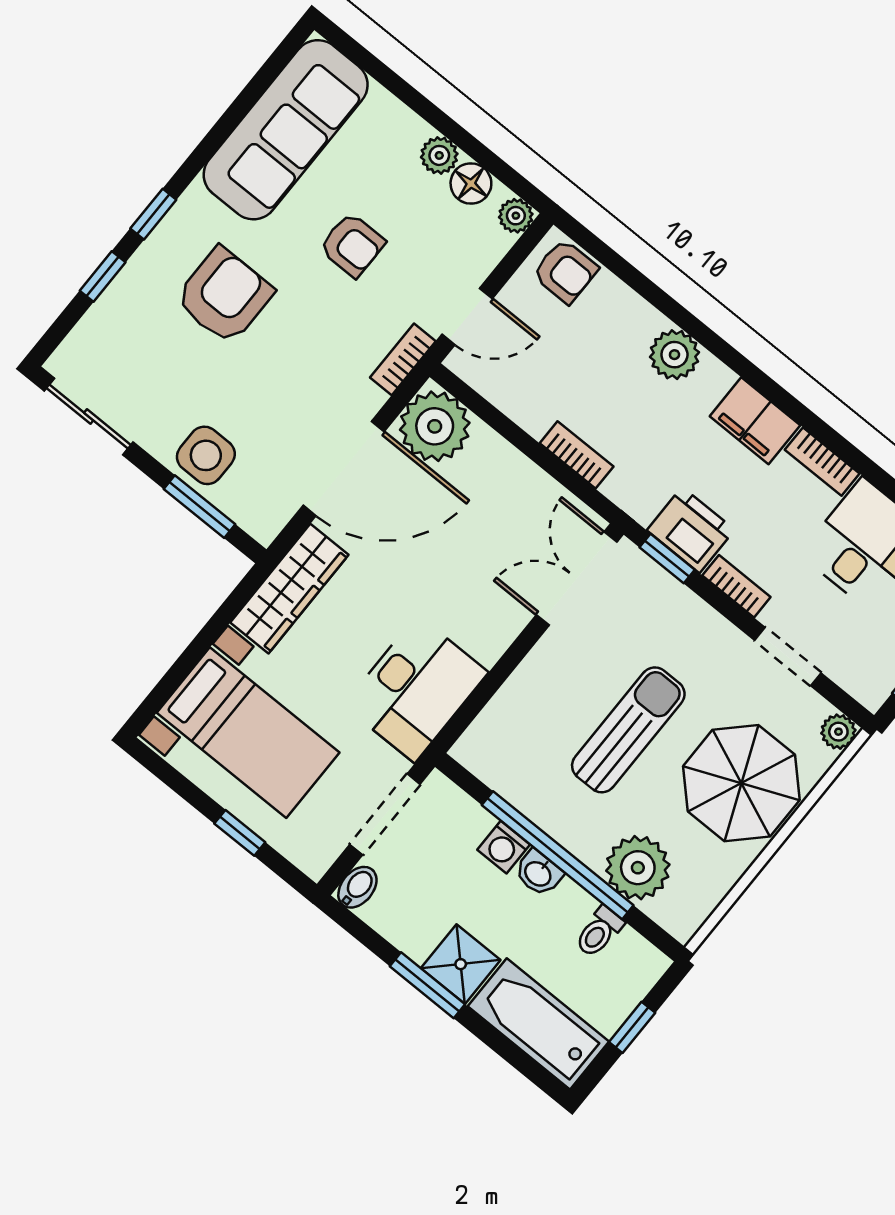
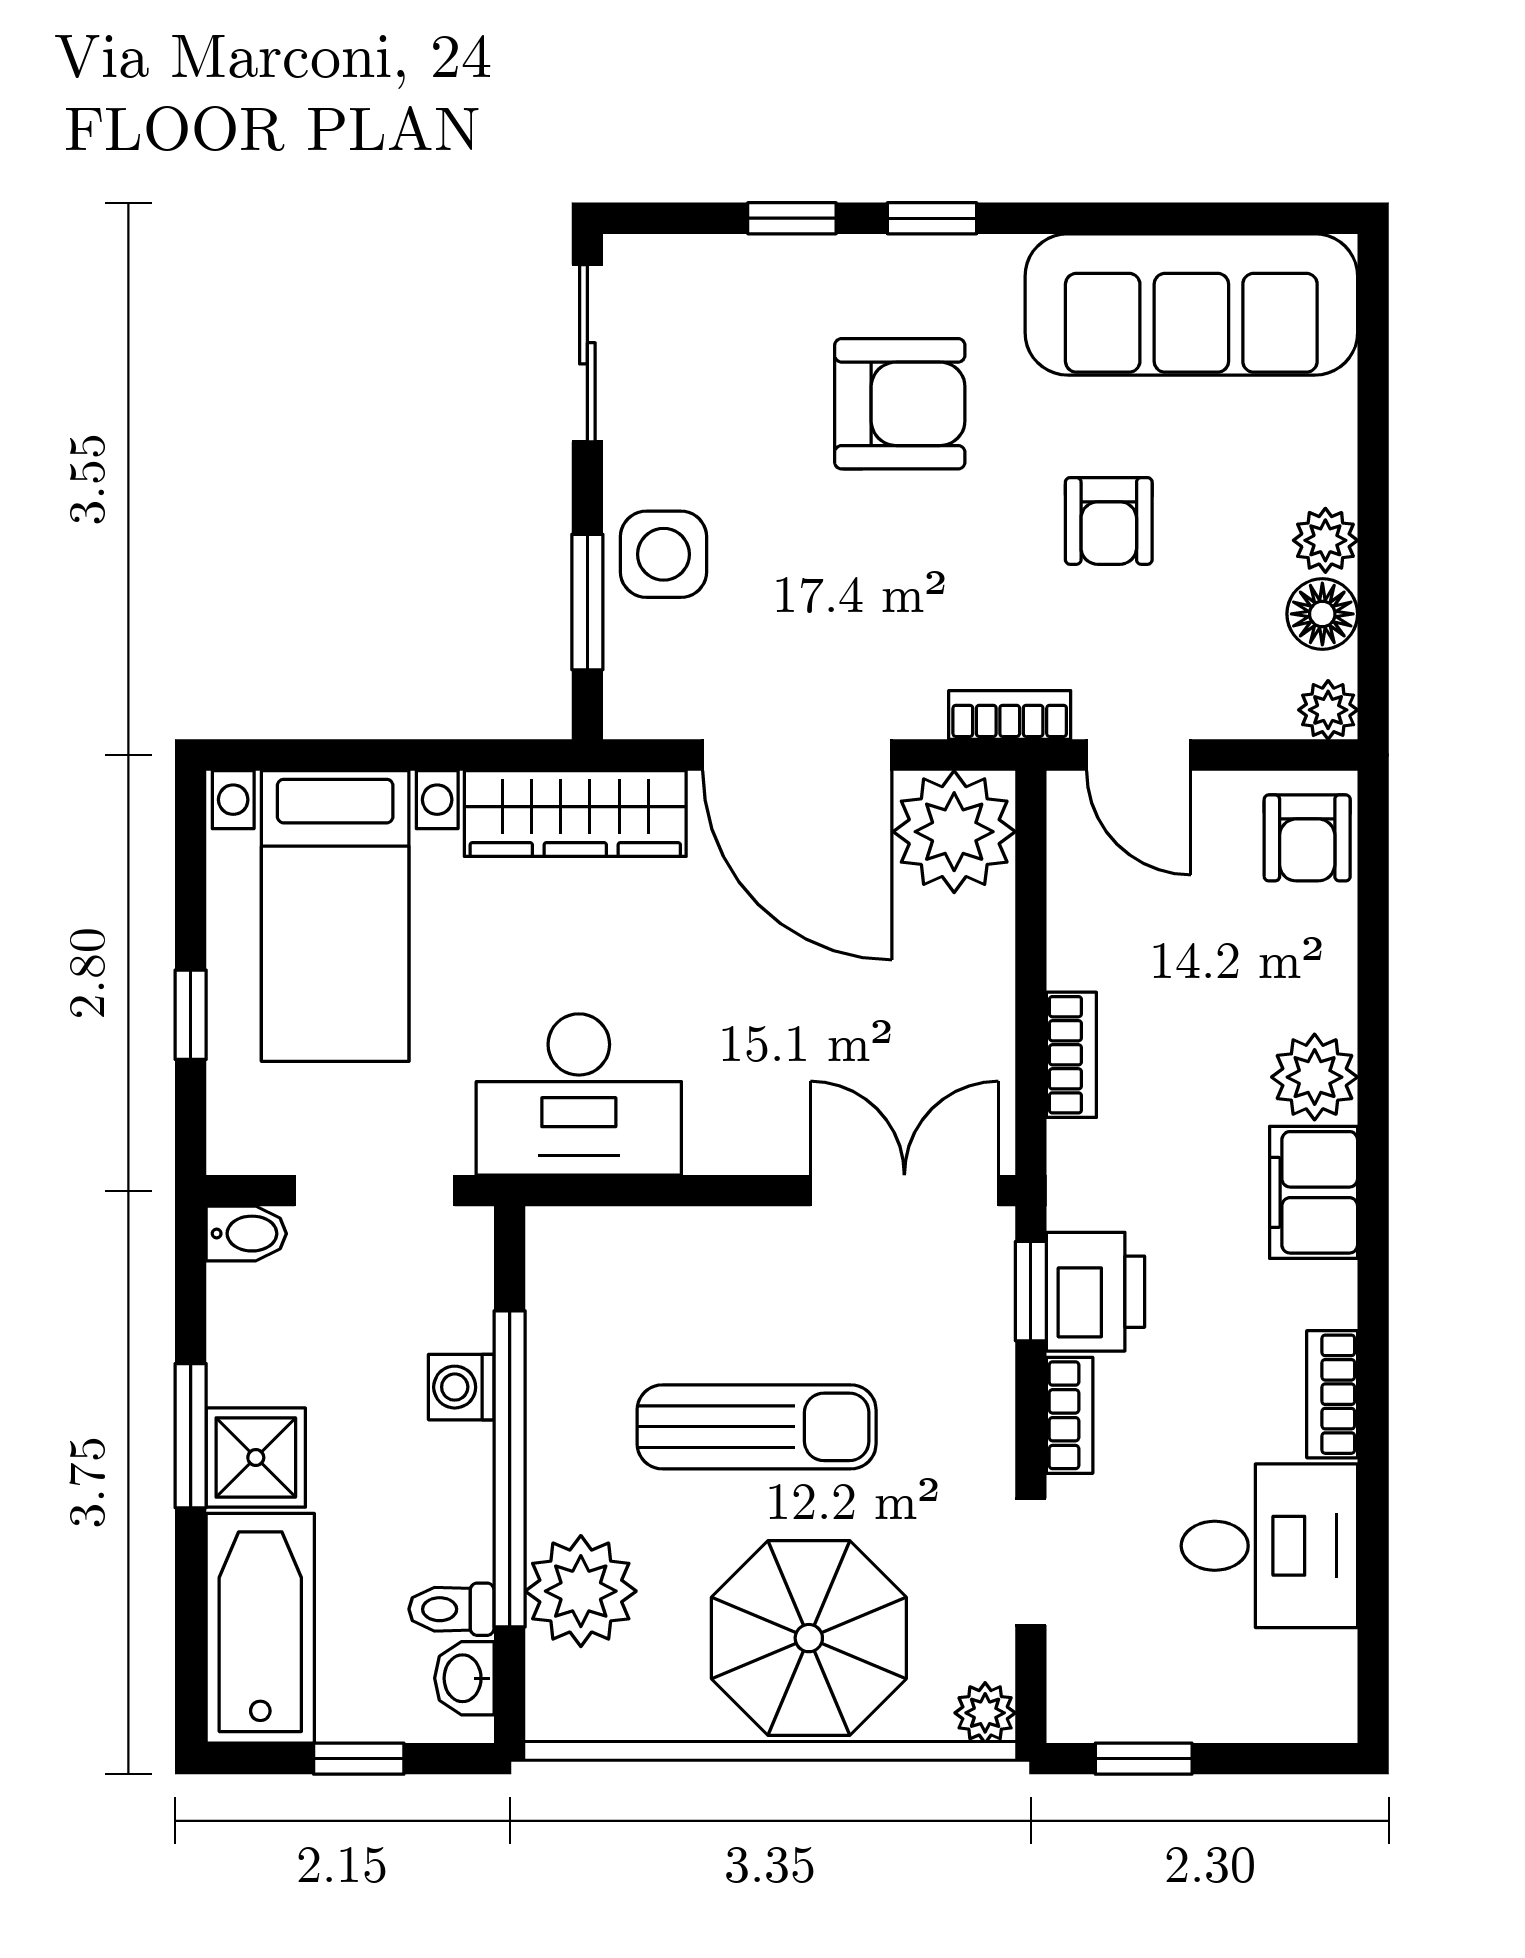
filing cabinet: (755, 421) -> (1314, 1192), moved
washbasin: (538, 873) -> (464, 1678), moved

